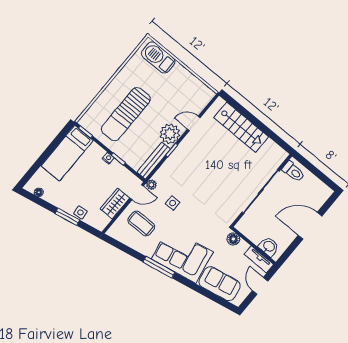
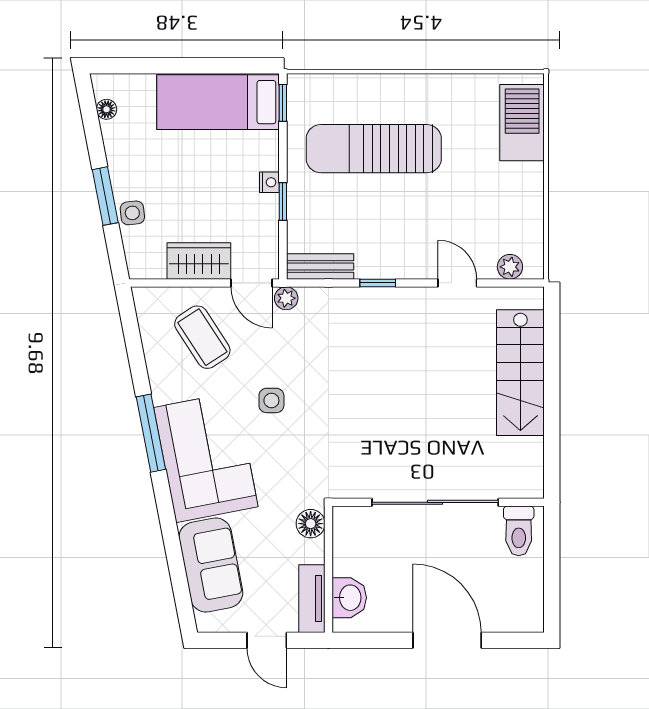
plant: (170, 134) -> (510, 267), moved, width x0.53, depth x0.53
bench: (154, 161) -> (320, 267), width x0.73
side table: (173, 203) -> (271, 400), moved
coffee table: (141, 223) -> (202, 337), turned -33
door: (260, 286) -> (267, 640), swing flipped

